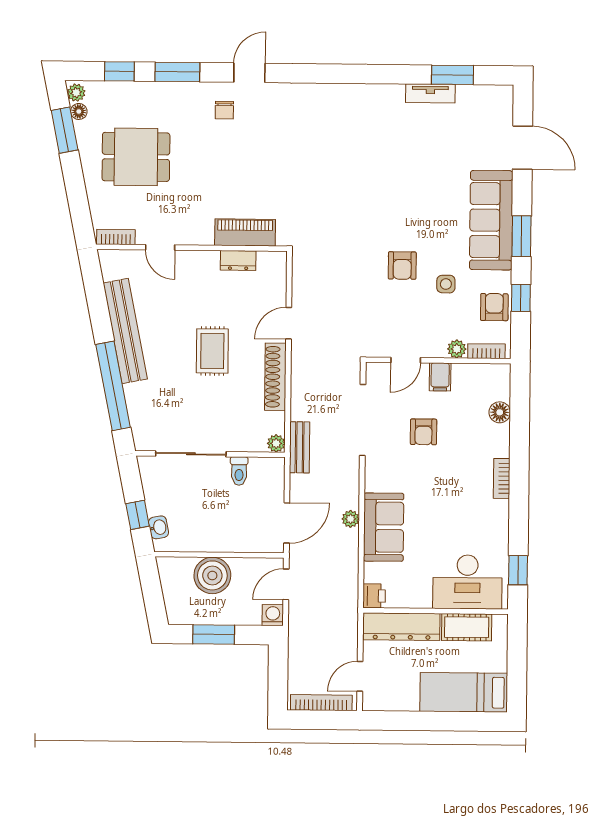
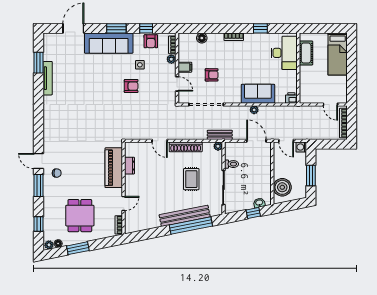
window: (177, 72) -> (38, 186), moved
tv unit: (430, 93) -> (48, 78), width x1.41
window: (65, 130) -> (78, 248), moved
piano: (245, 232) -> (114, 168), width x1.37, depth x1.33
armchair: (494, 307) -> (151, 41), turned -90
bench: (125, 331) -> (185, 216), moved
rug: (212, 351) -> (191, 179), moved, turned 90
window: (518, 570) -> (260, 28), moved
boiler: (212, 575) -> (282, 187), moved
dresser: (402, 627) -> (306, 84), removed

